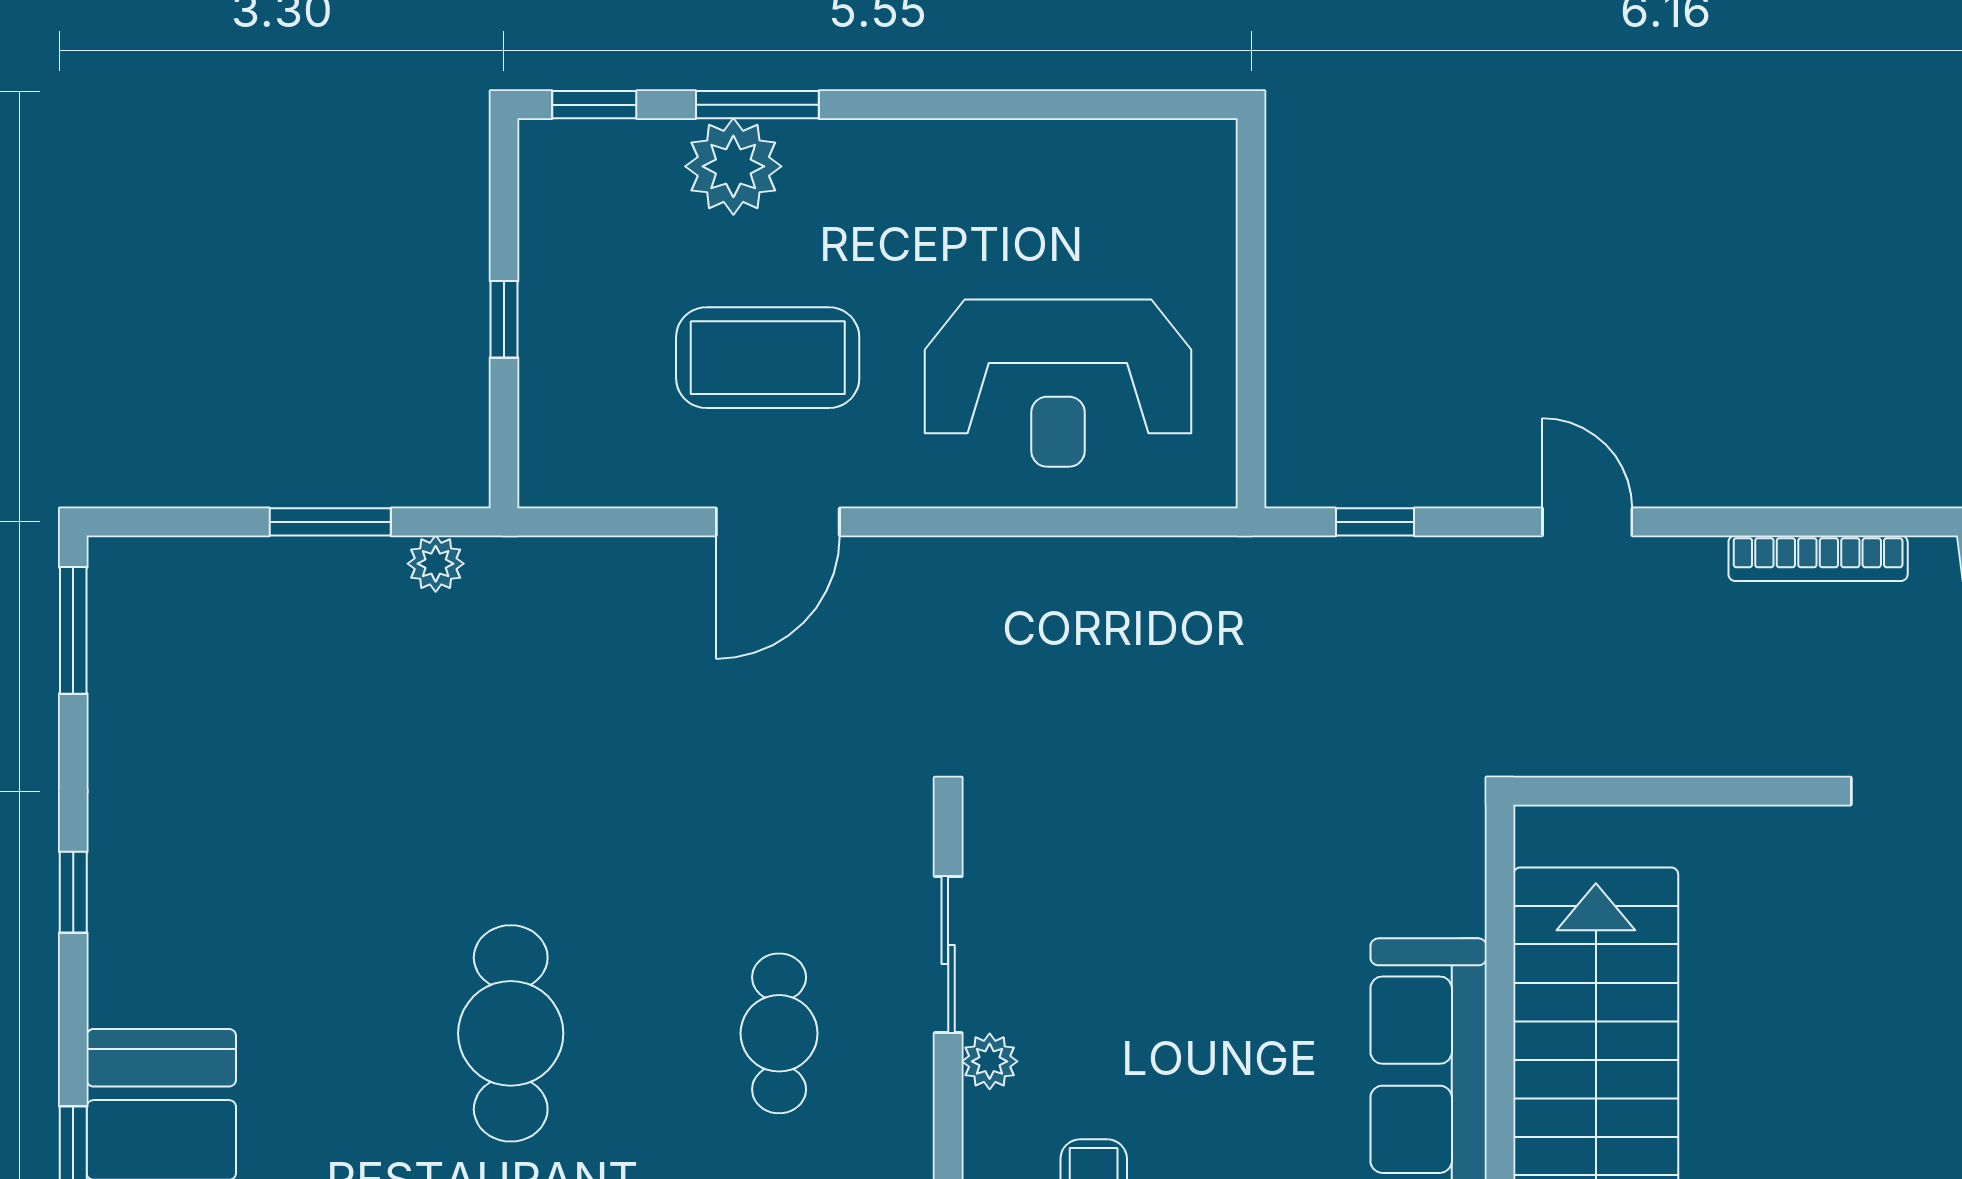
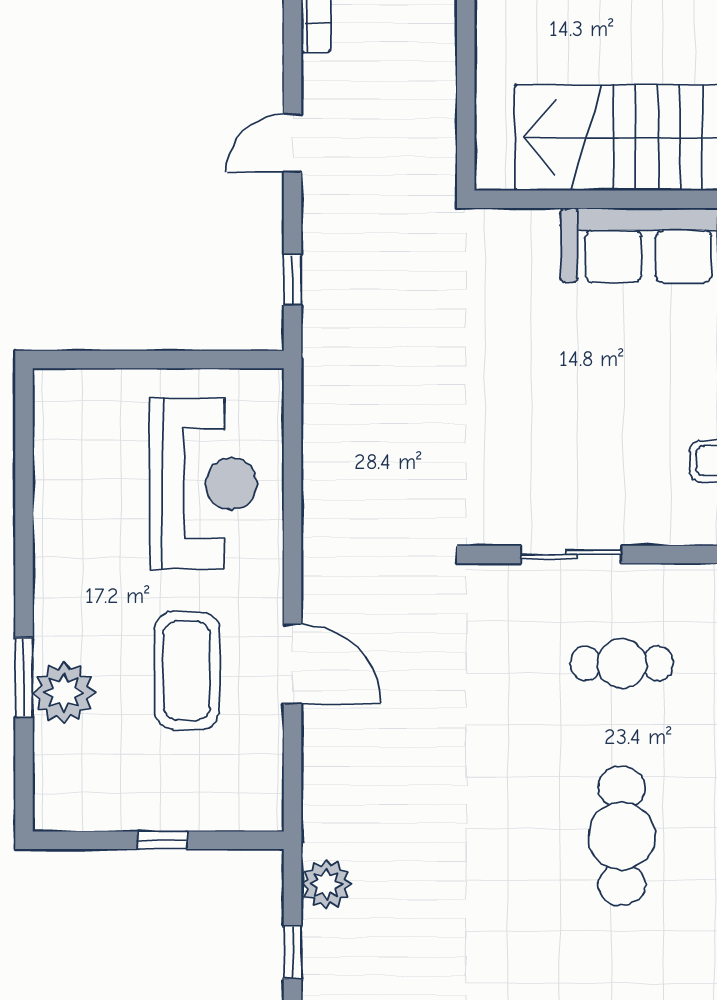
window: (594, 105) -> (24, 782), removed
window: (330, 522) -> (293, 952), width x0.67
plant: (436, 564) -> (326, 884), width x1.38, depth x1.38
cafe table: (511, 1033) -> (622, 836), turned 90
plant: (990, 1061) -> (640, 528), removed

